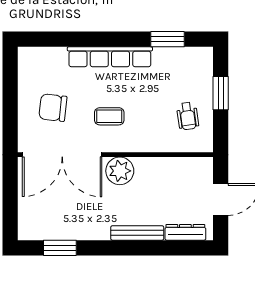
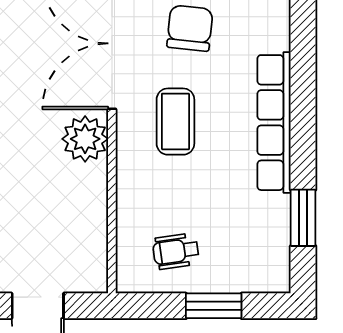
coffee table: (109, 116) -> (175, 122), width x1.36, depth x1.30

